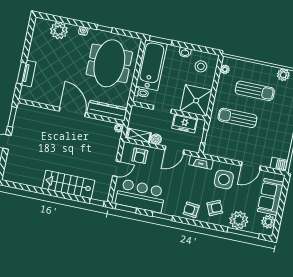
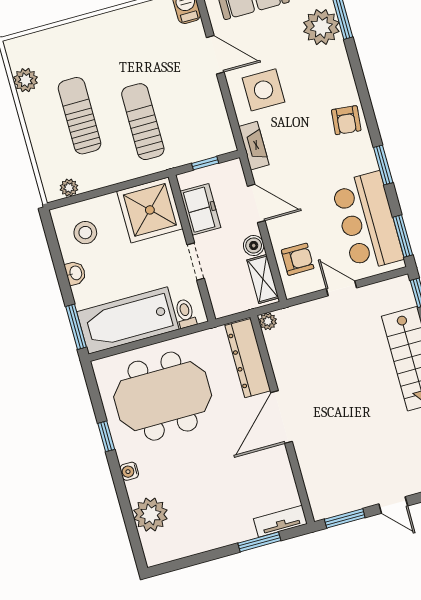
tv unit: (29, 73) -> (280, 521), moved
sun lounger: (237, 118) -> (143, 122), turned 180
armchair: (215, 208) -> (322, 80), removed

